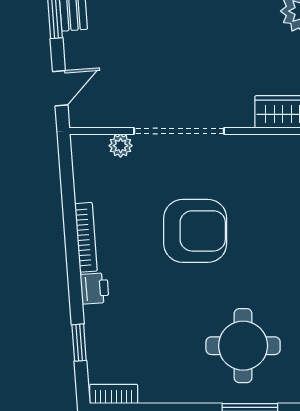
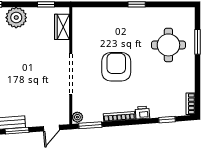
door: (60, 88) -> (51, 128), swing flipped
plant: (121, 146) -> (77, 117), moved
window: (67, 174) -> (90, 125), added

